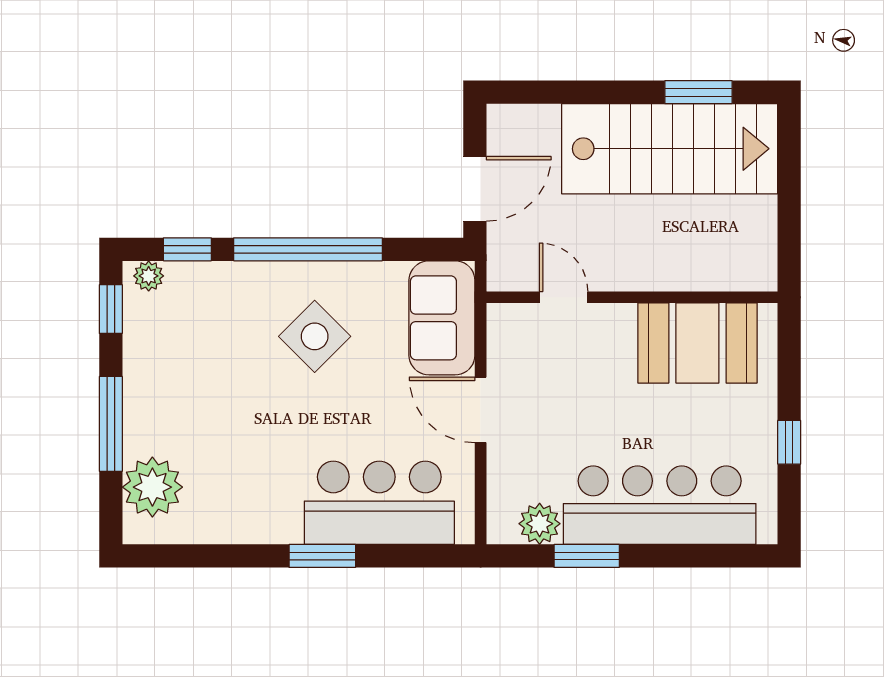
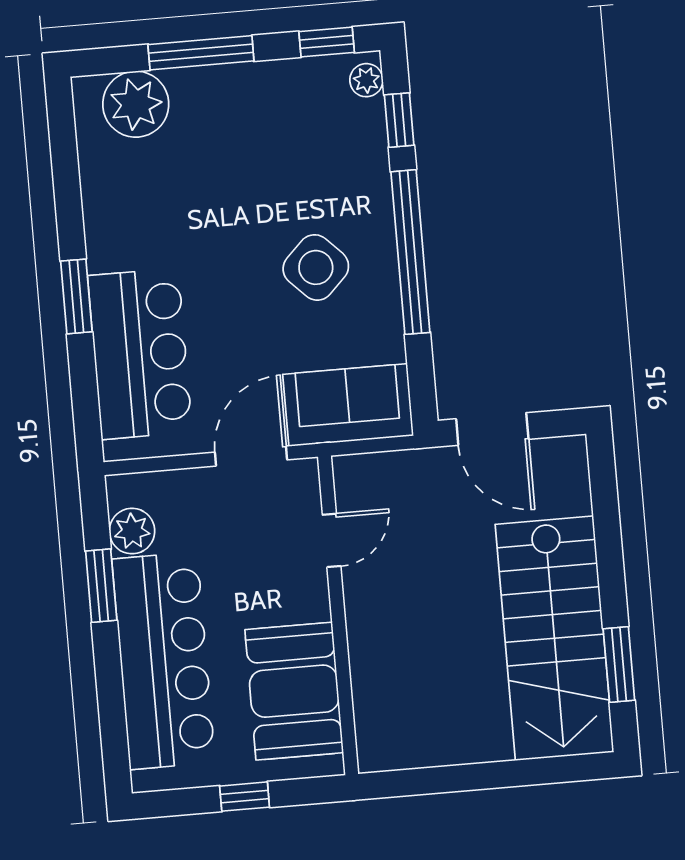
door: (564, 297) -> (332, 540), moved
wall: (632, 297) -> (338, 615), moved
booth: (697, 343) -> (294, 691), moved

